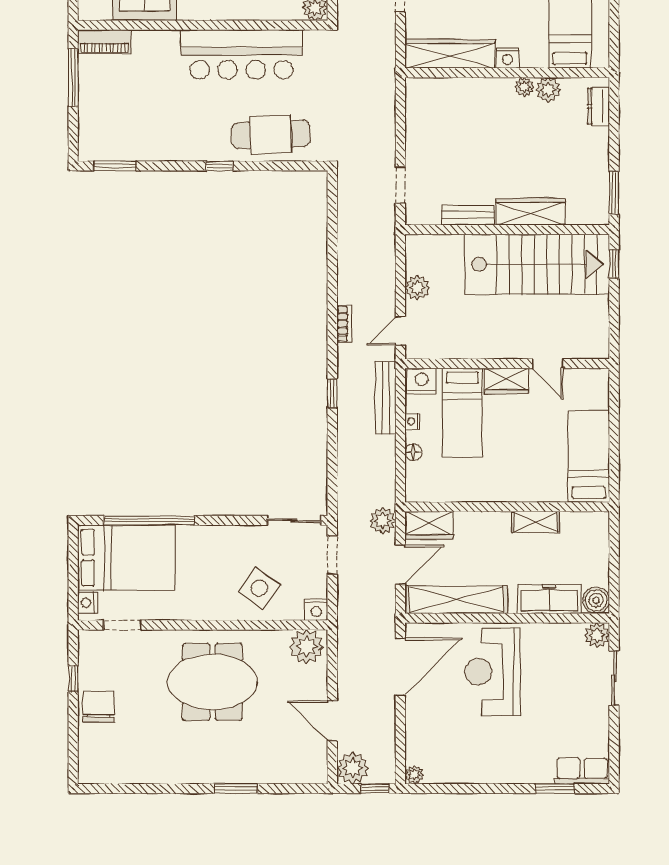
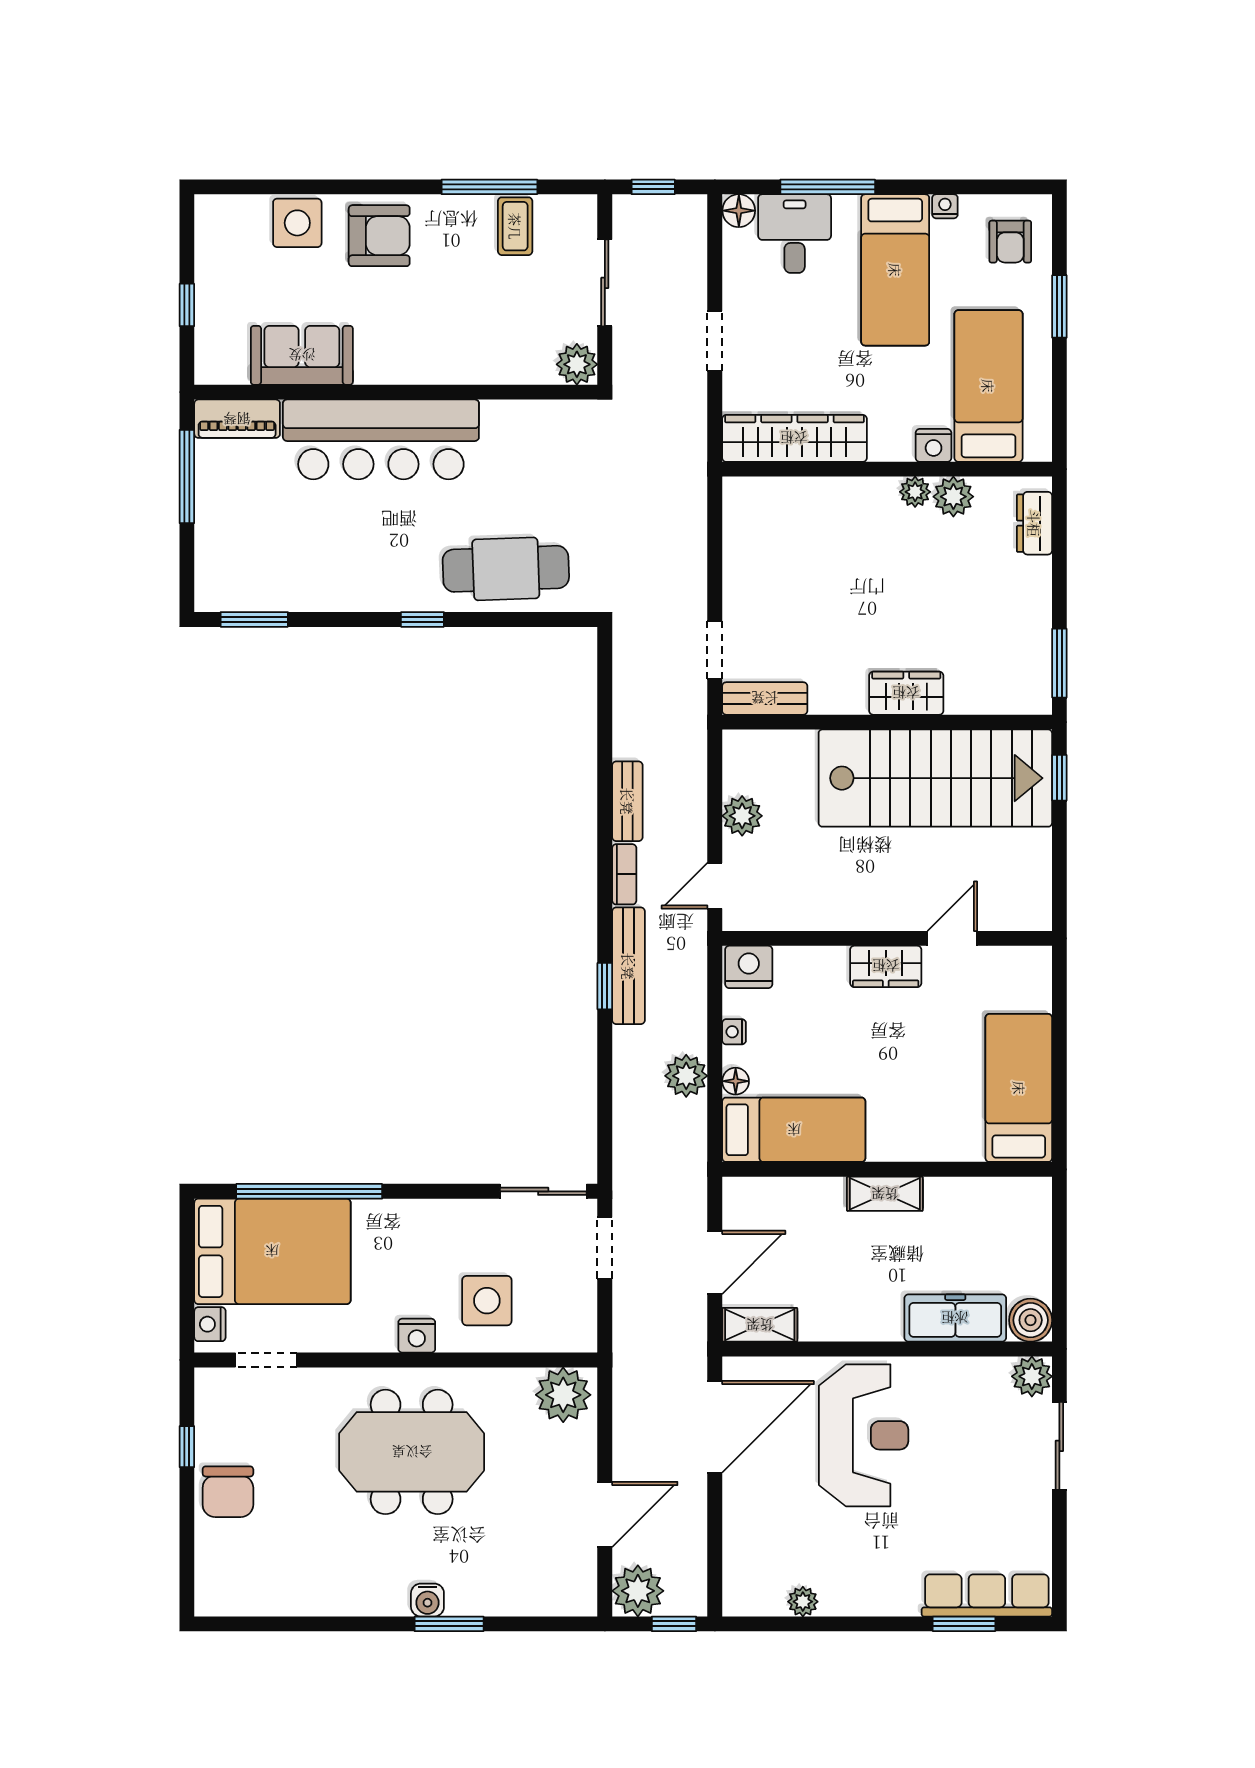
bar counter: (242, 54) -> (381, 439), moved
nightstand: (508, 58) -> (934, 445), moved
wardrobe: (531, 212) -> (906, 693), width x0.67
bench: (468, 215) -> (765, 698), moved
bench: (346, 279) -> (627, 801), added
door: (548, 364) -> (952, 938), swing flipped
bench: (386, 398) -> (628, 966), moved
bed: (462, 413) -> (794, 1130), moved, turned -90
plant: (383, 521) -> (686, 1076), moved
shelving: (536, 522) -> (885, 1194), moved
wardrobe: (429, 525) -> (761, 1199), removed
side table: (259, 588) -> (487, 1301), turned -35
shelving: (456, 600) -> (760, 1325), width x0.45, depth x0.75
nightstand: (316, 610) -> (417, 1336), moved
reception desk: (493, 672) -> (864, 1435), turned 180
chair: (99, 707) -> (228, 1492), turned 180
door: (332, 721) -> (605, 1514), swing flipped
row of seats: (582, 771) -> (987, 1595), width x1.48
water cooler: (222, 774) -> (427, 1600), added
plant: (414, 775) -> (803, 1602), moved

